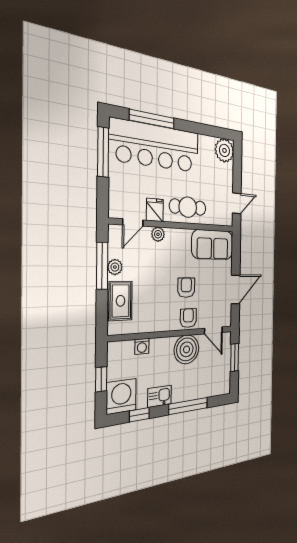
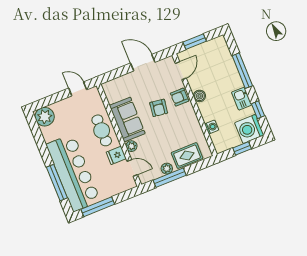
sofa: (213, 245) -> (127, 119), moved
armchair: (186, 288) -> (159, 108), turned -82
boiler: (187, 349) -> (199, 96), width x0.54, depth x0.54

